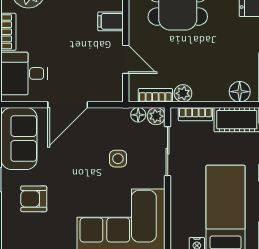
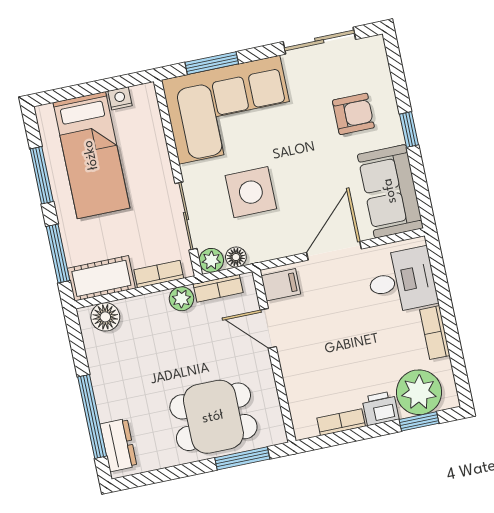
filing cabinet: (110, 21) -> (281, 285), moved
side table: (118, 159) -> (251, 192), width x1.87, depth x1.87

